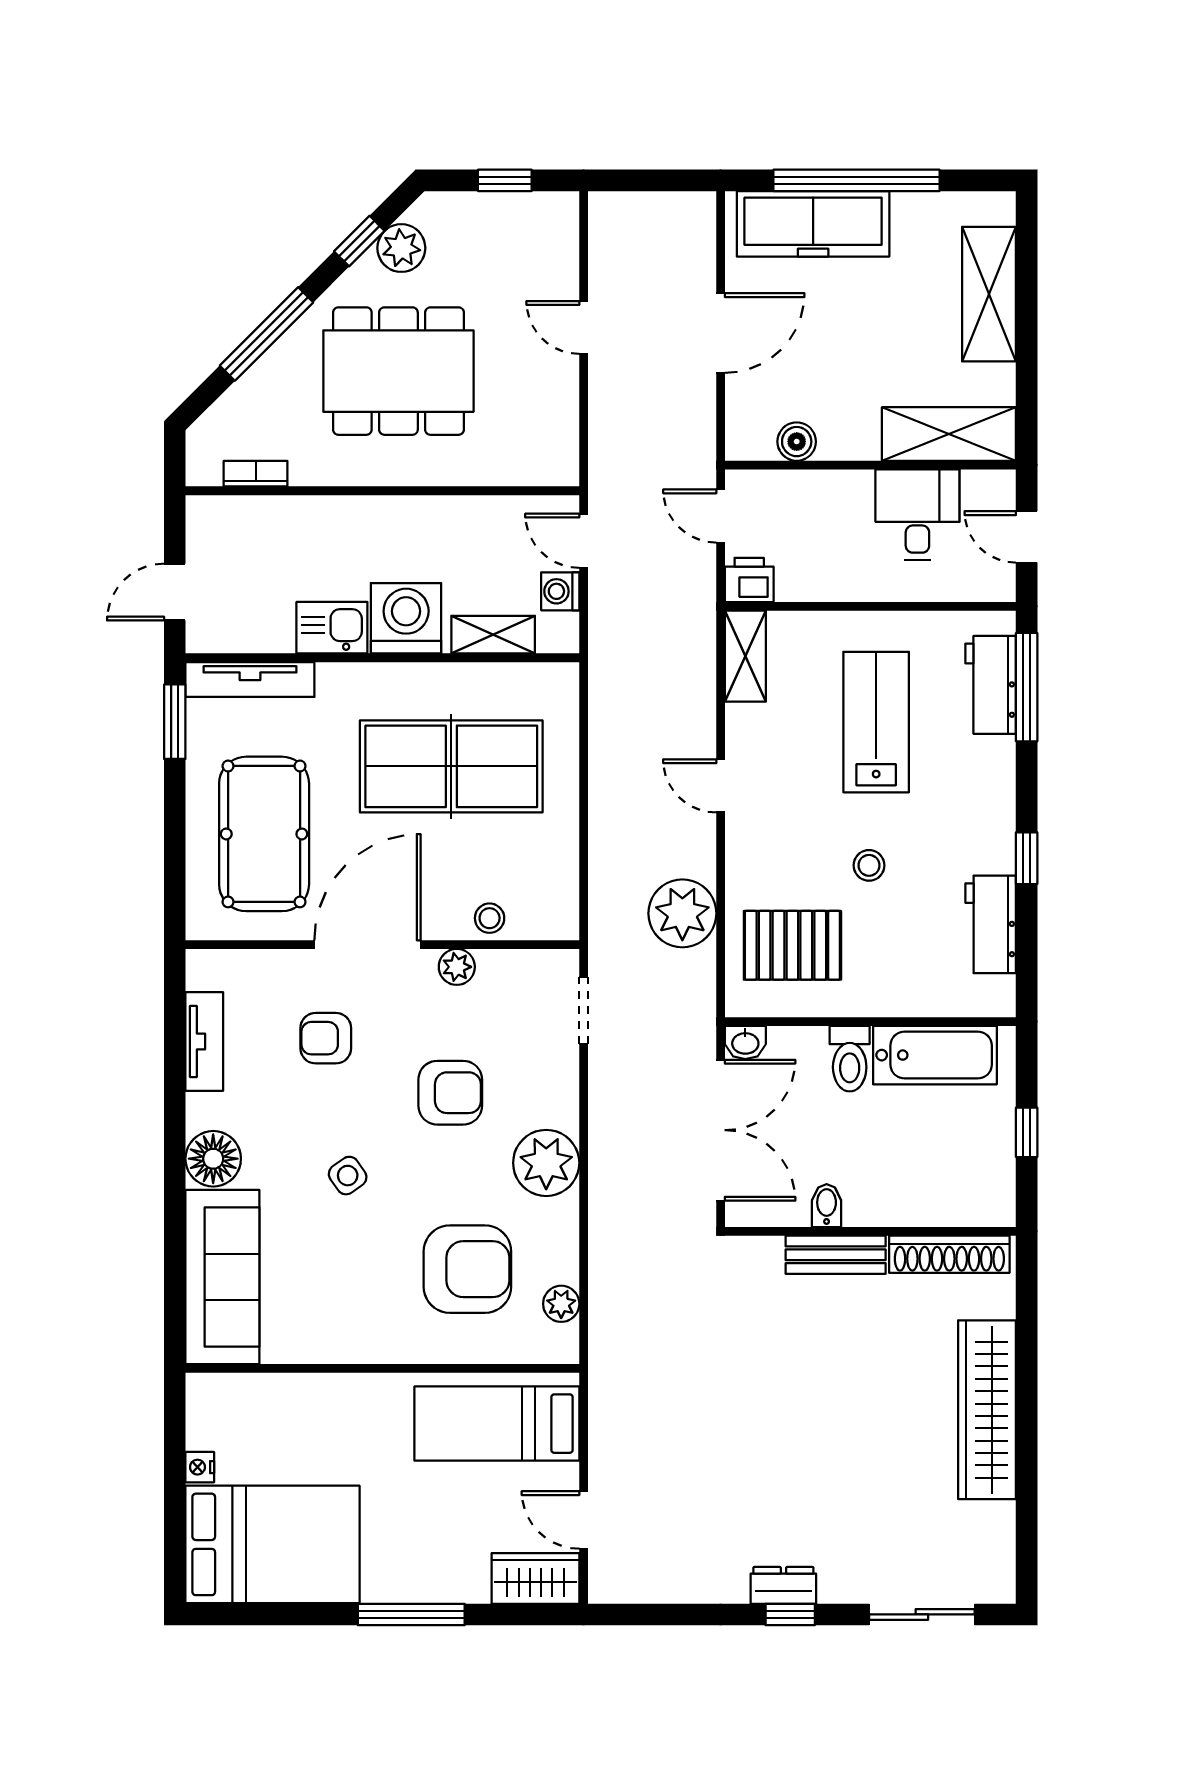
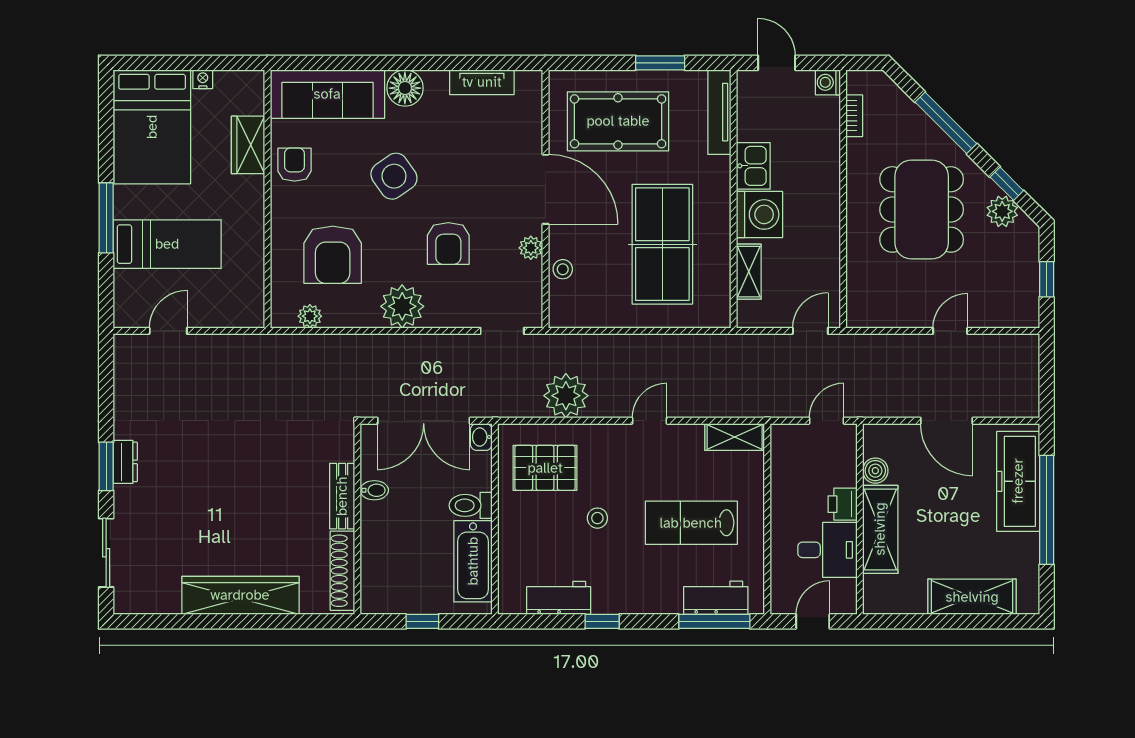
shelving: (949, 434) -> (880, 529), moved
printer: (749, 580) -> (843, 504), moved, turned 180
washing machine: (560, 591) -> (828, 82), moved, turned -90
window: (175, 722) -> (660, 63), moved
lab bench: (876, 722) -> (691, 523), turned 180
pallet: (792, 945) -> (545, 468), turned 90
armchair: (326, 1038) -> (295, 165), moved
side table: (348, 1176) -> (394, 176), width x1.87, depth x1.87
bed: (497, 1424) -> (167, 244), moved, turned 90
wardrobe: (536, 1578) -> (248, 145), moved, turned 180
window: (790, 1614) -> (106, 466), width x1.50

